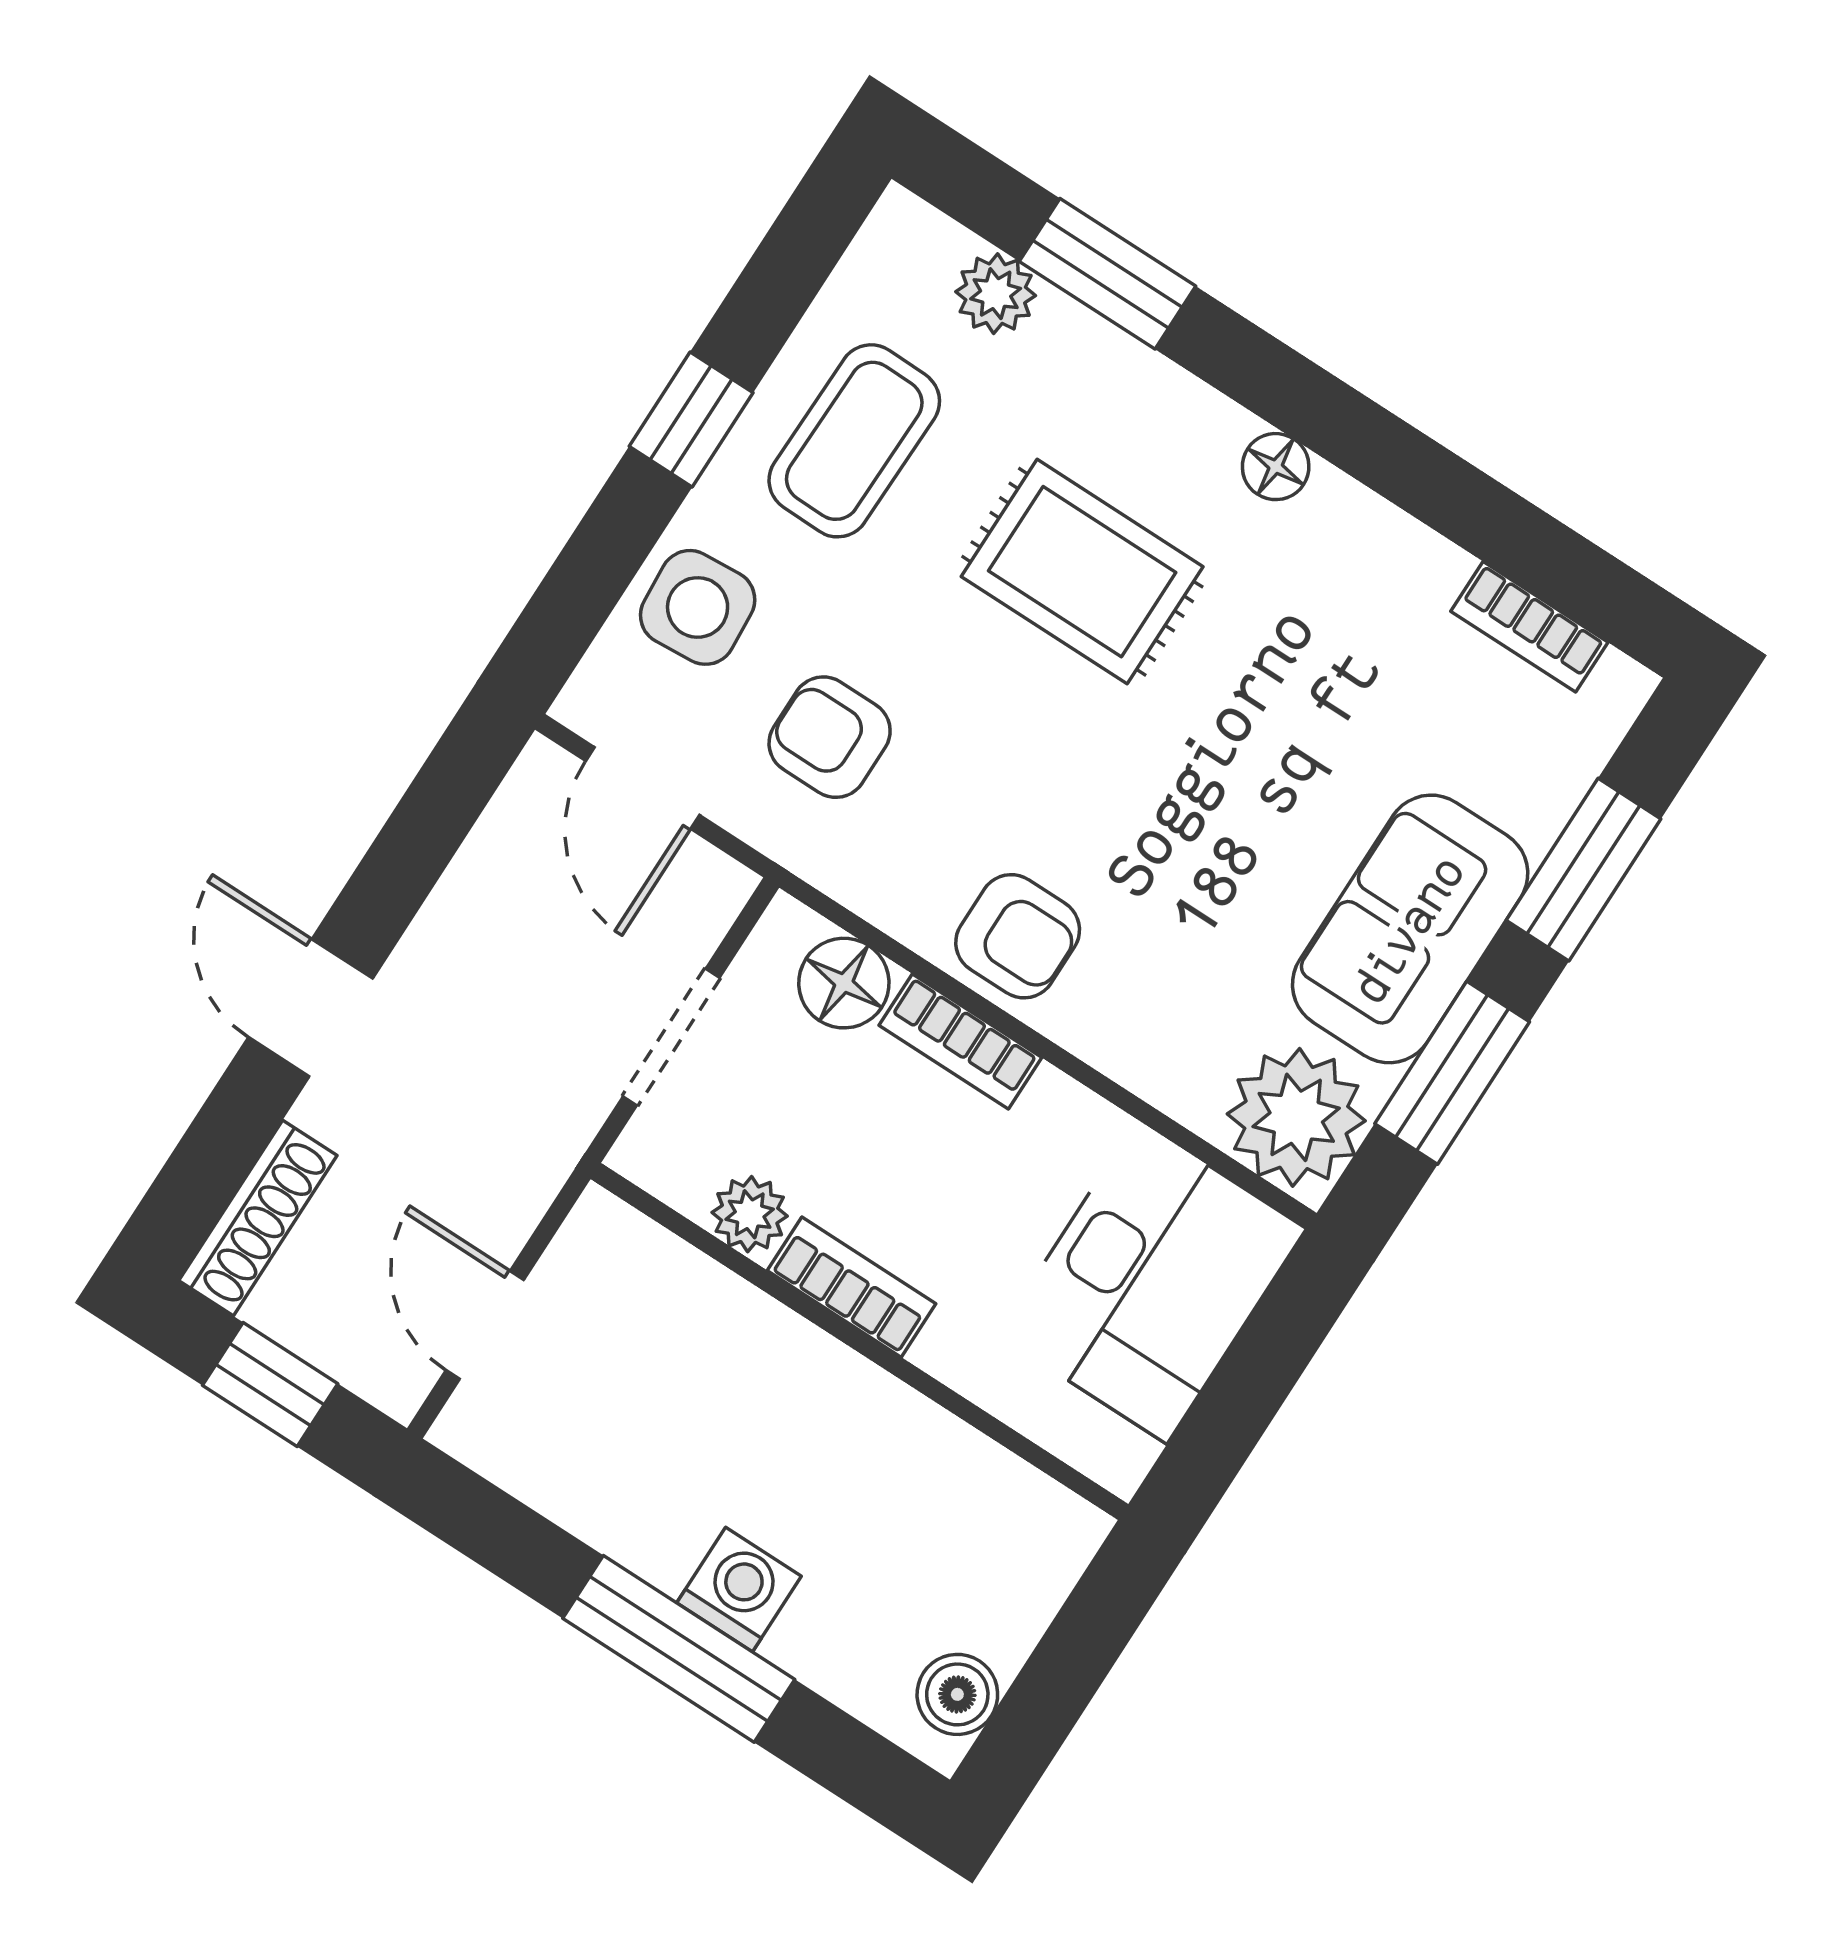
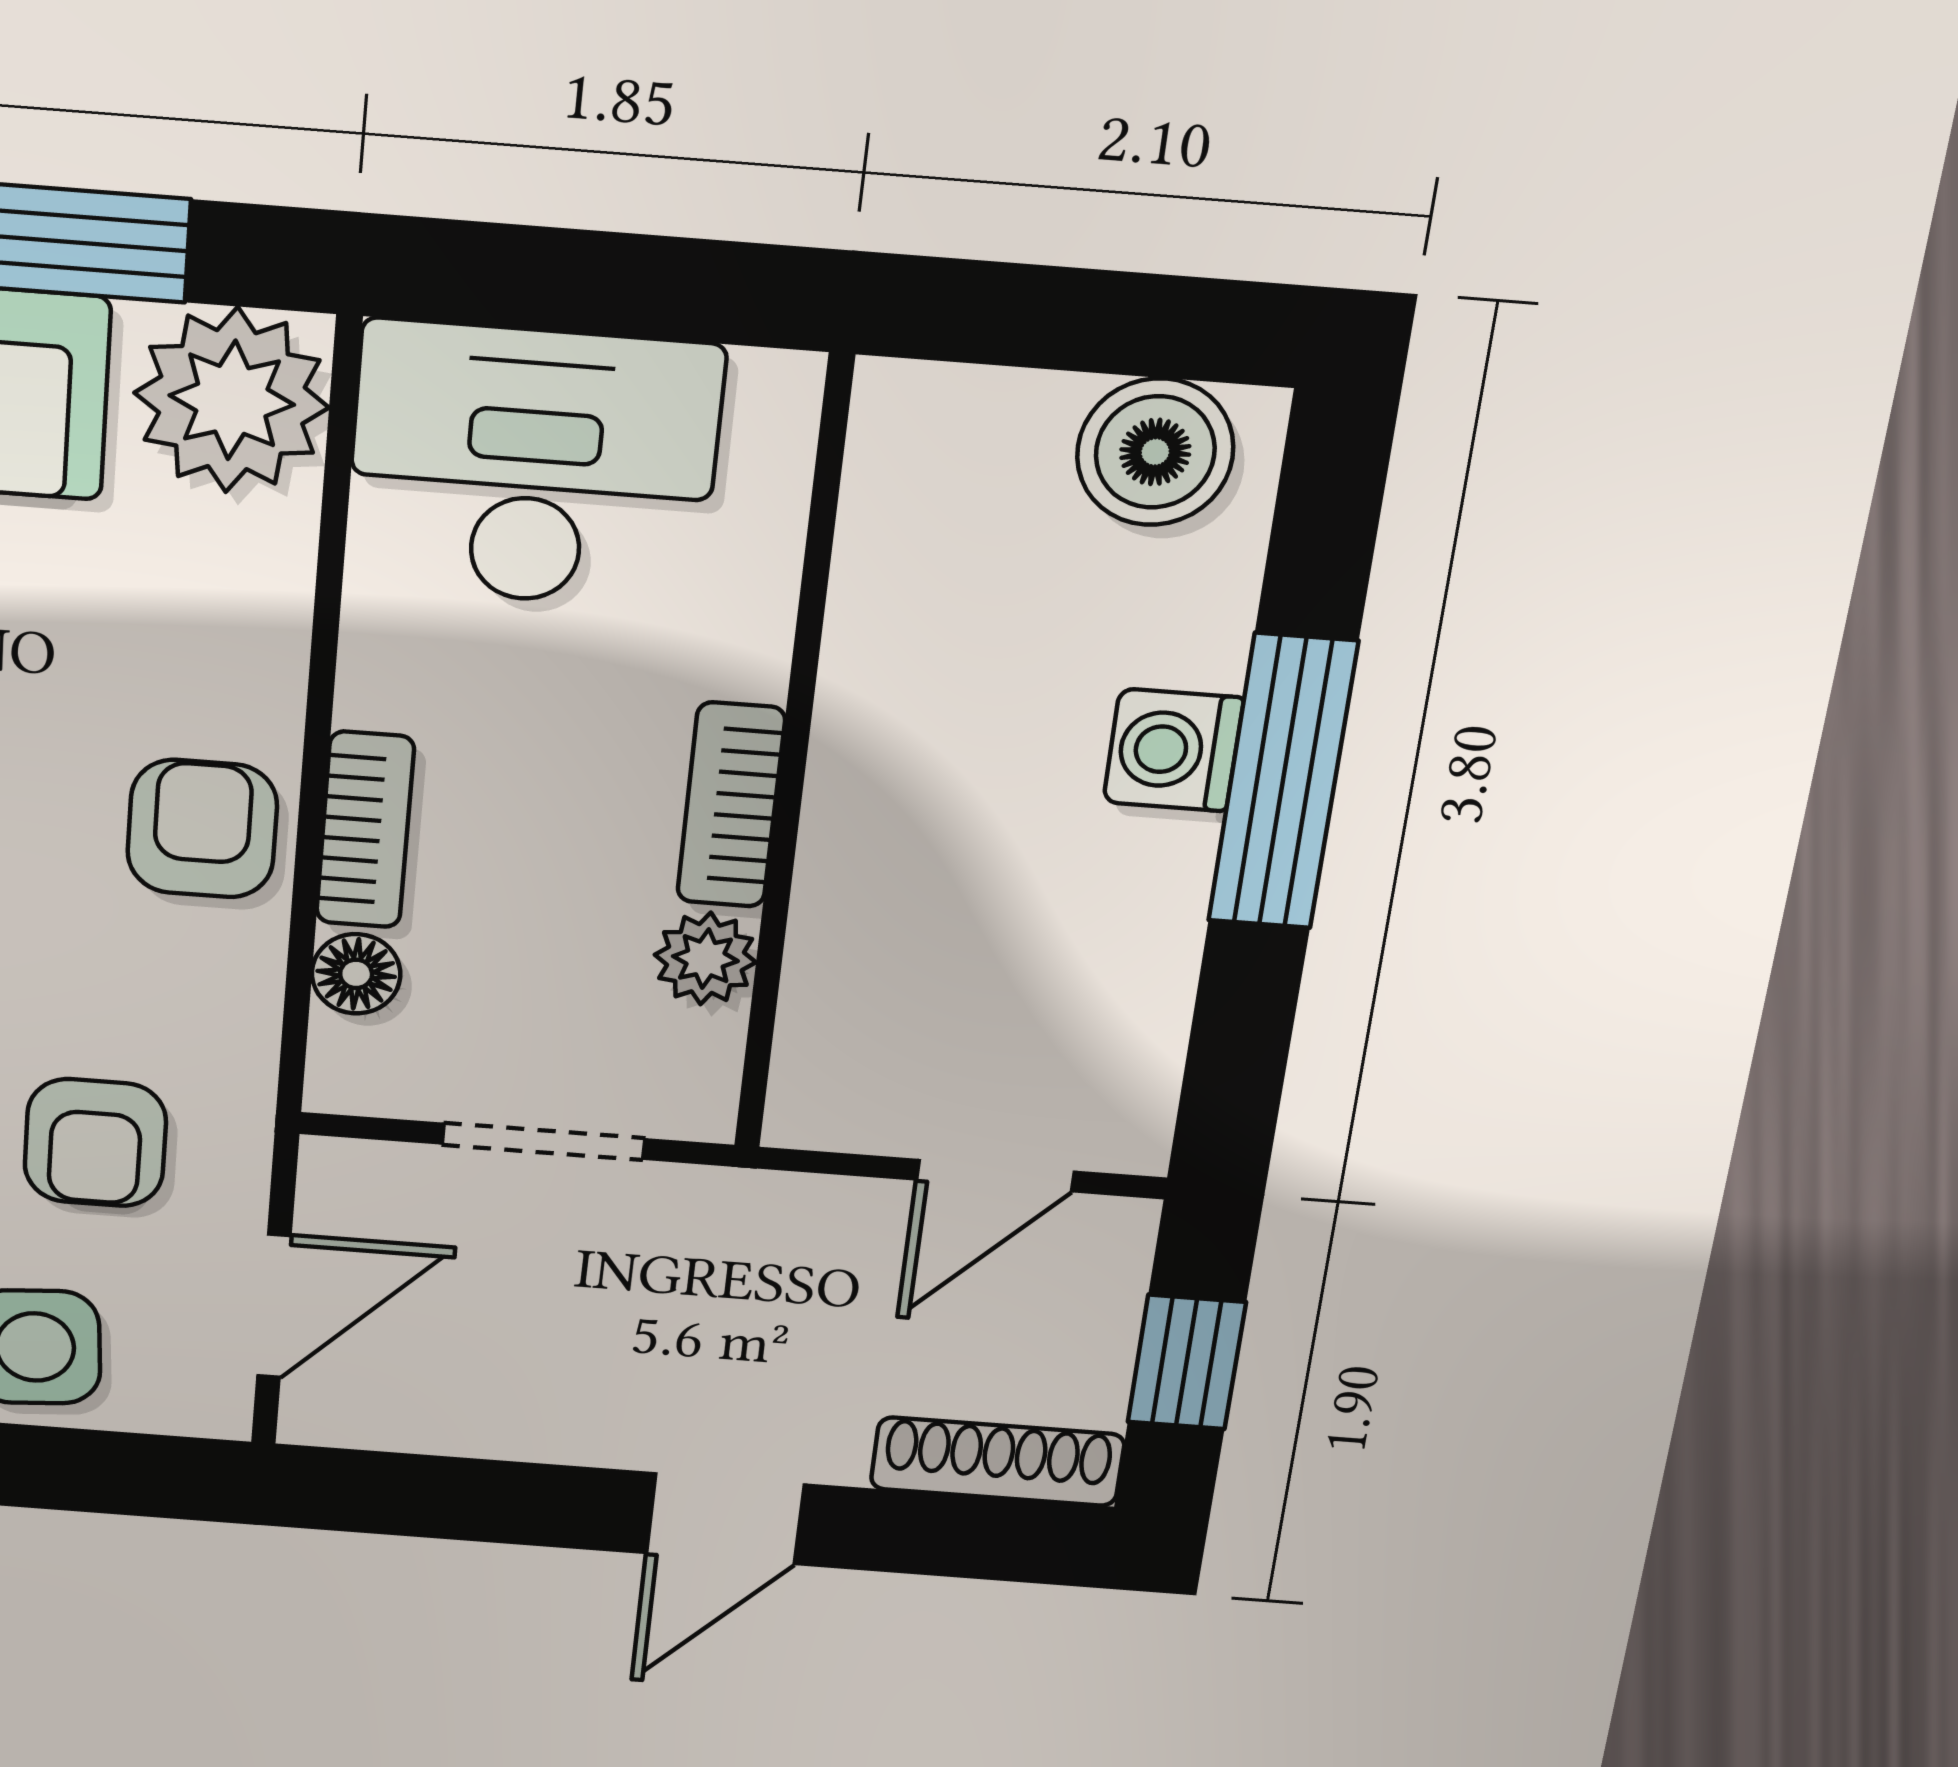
floor lamp: (844, 983) -> (356, 974), width x0.73, depth x0.73
boiler: (957, 1694) -> (1155, 452), width x1.36, depth x1.36

